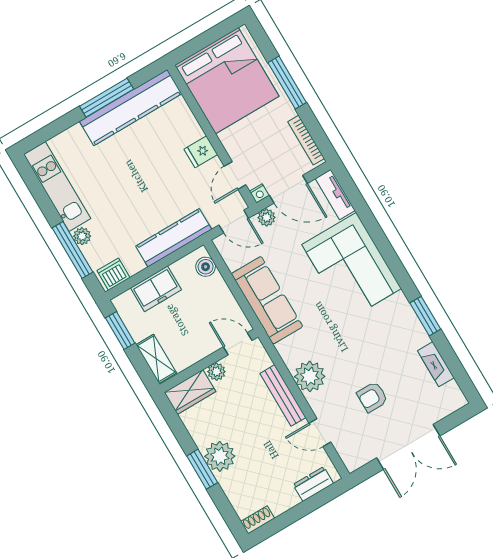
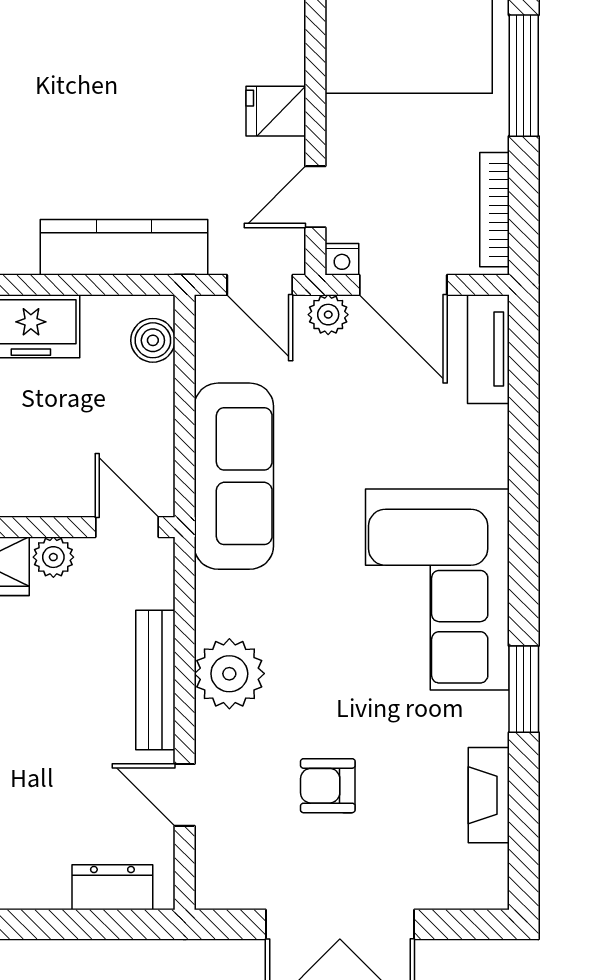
corner sofa: (352, 266) -> (437, 590), moved

